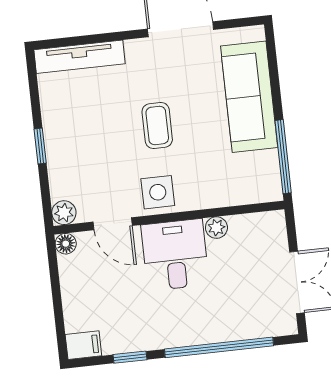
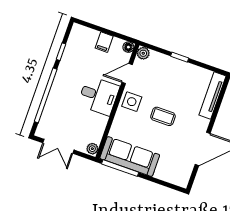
sofa: (249, 97) -> (130, 157), moved
plant: (216, 228) -> (92, 149), moved
filing cabinet: (83, 345) -> (104, 42), moved

